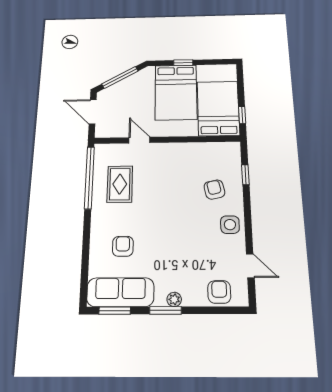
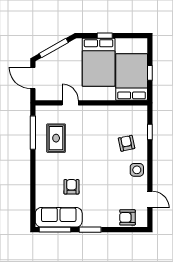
window: (242, 115) -> (150, 73), moved
window: (89, 177) -> (33, 133), width x0.68
armchair: (123, 246) -> (71, 187), moved
armchair: (219, 292) -> (127, 217), turned -90
plant: (174, 299) -> (96, 222), removed
window: (115, 311) -> (55, 230), width x1.44

